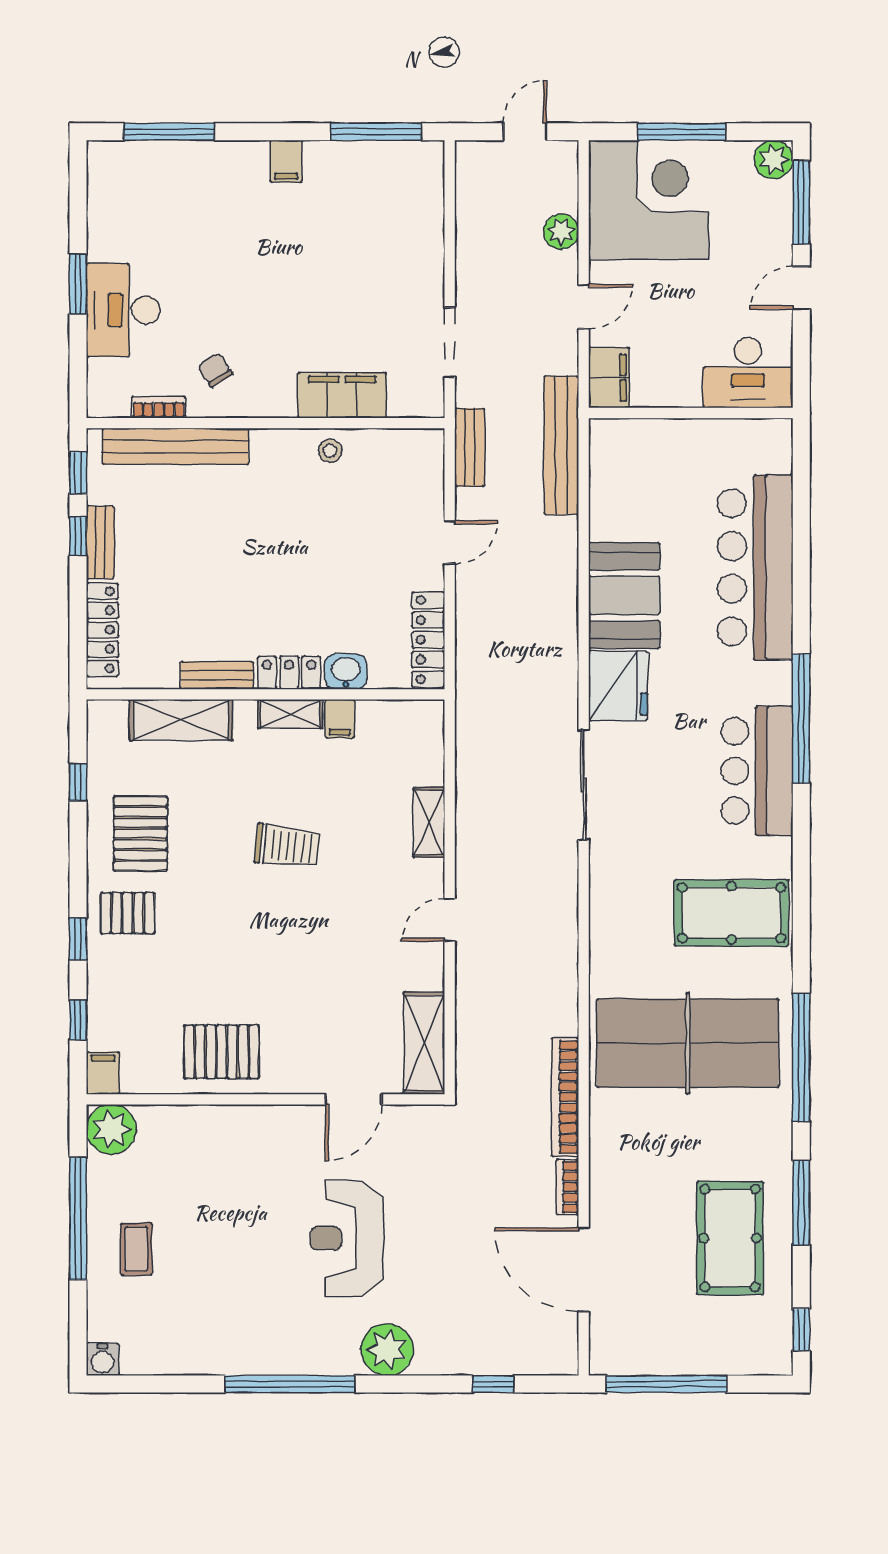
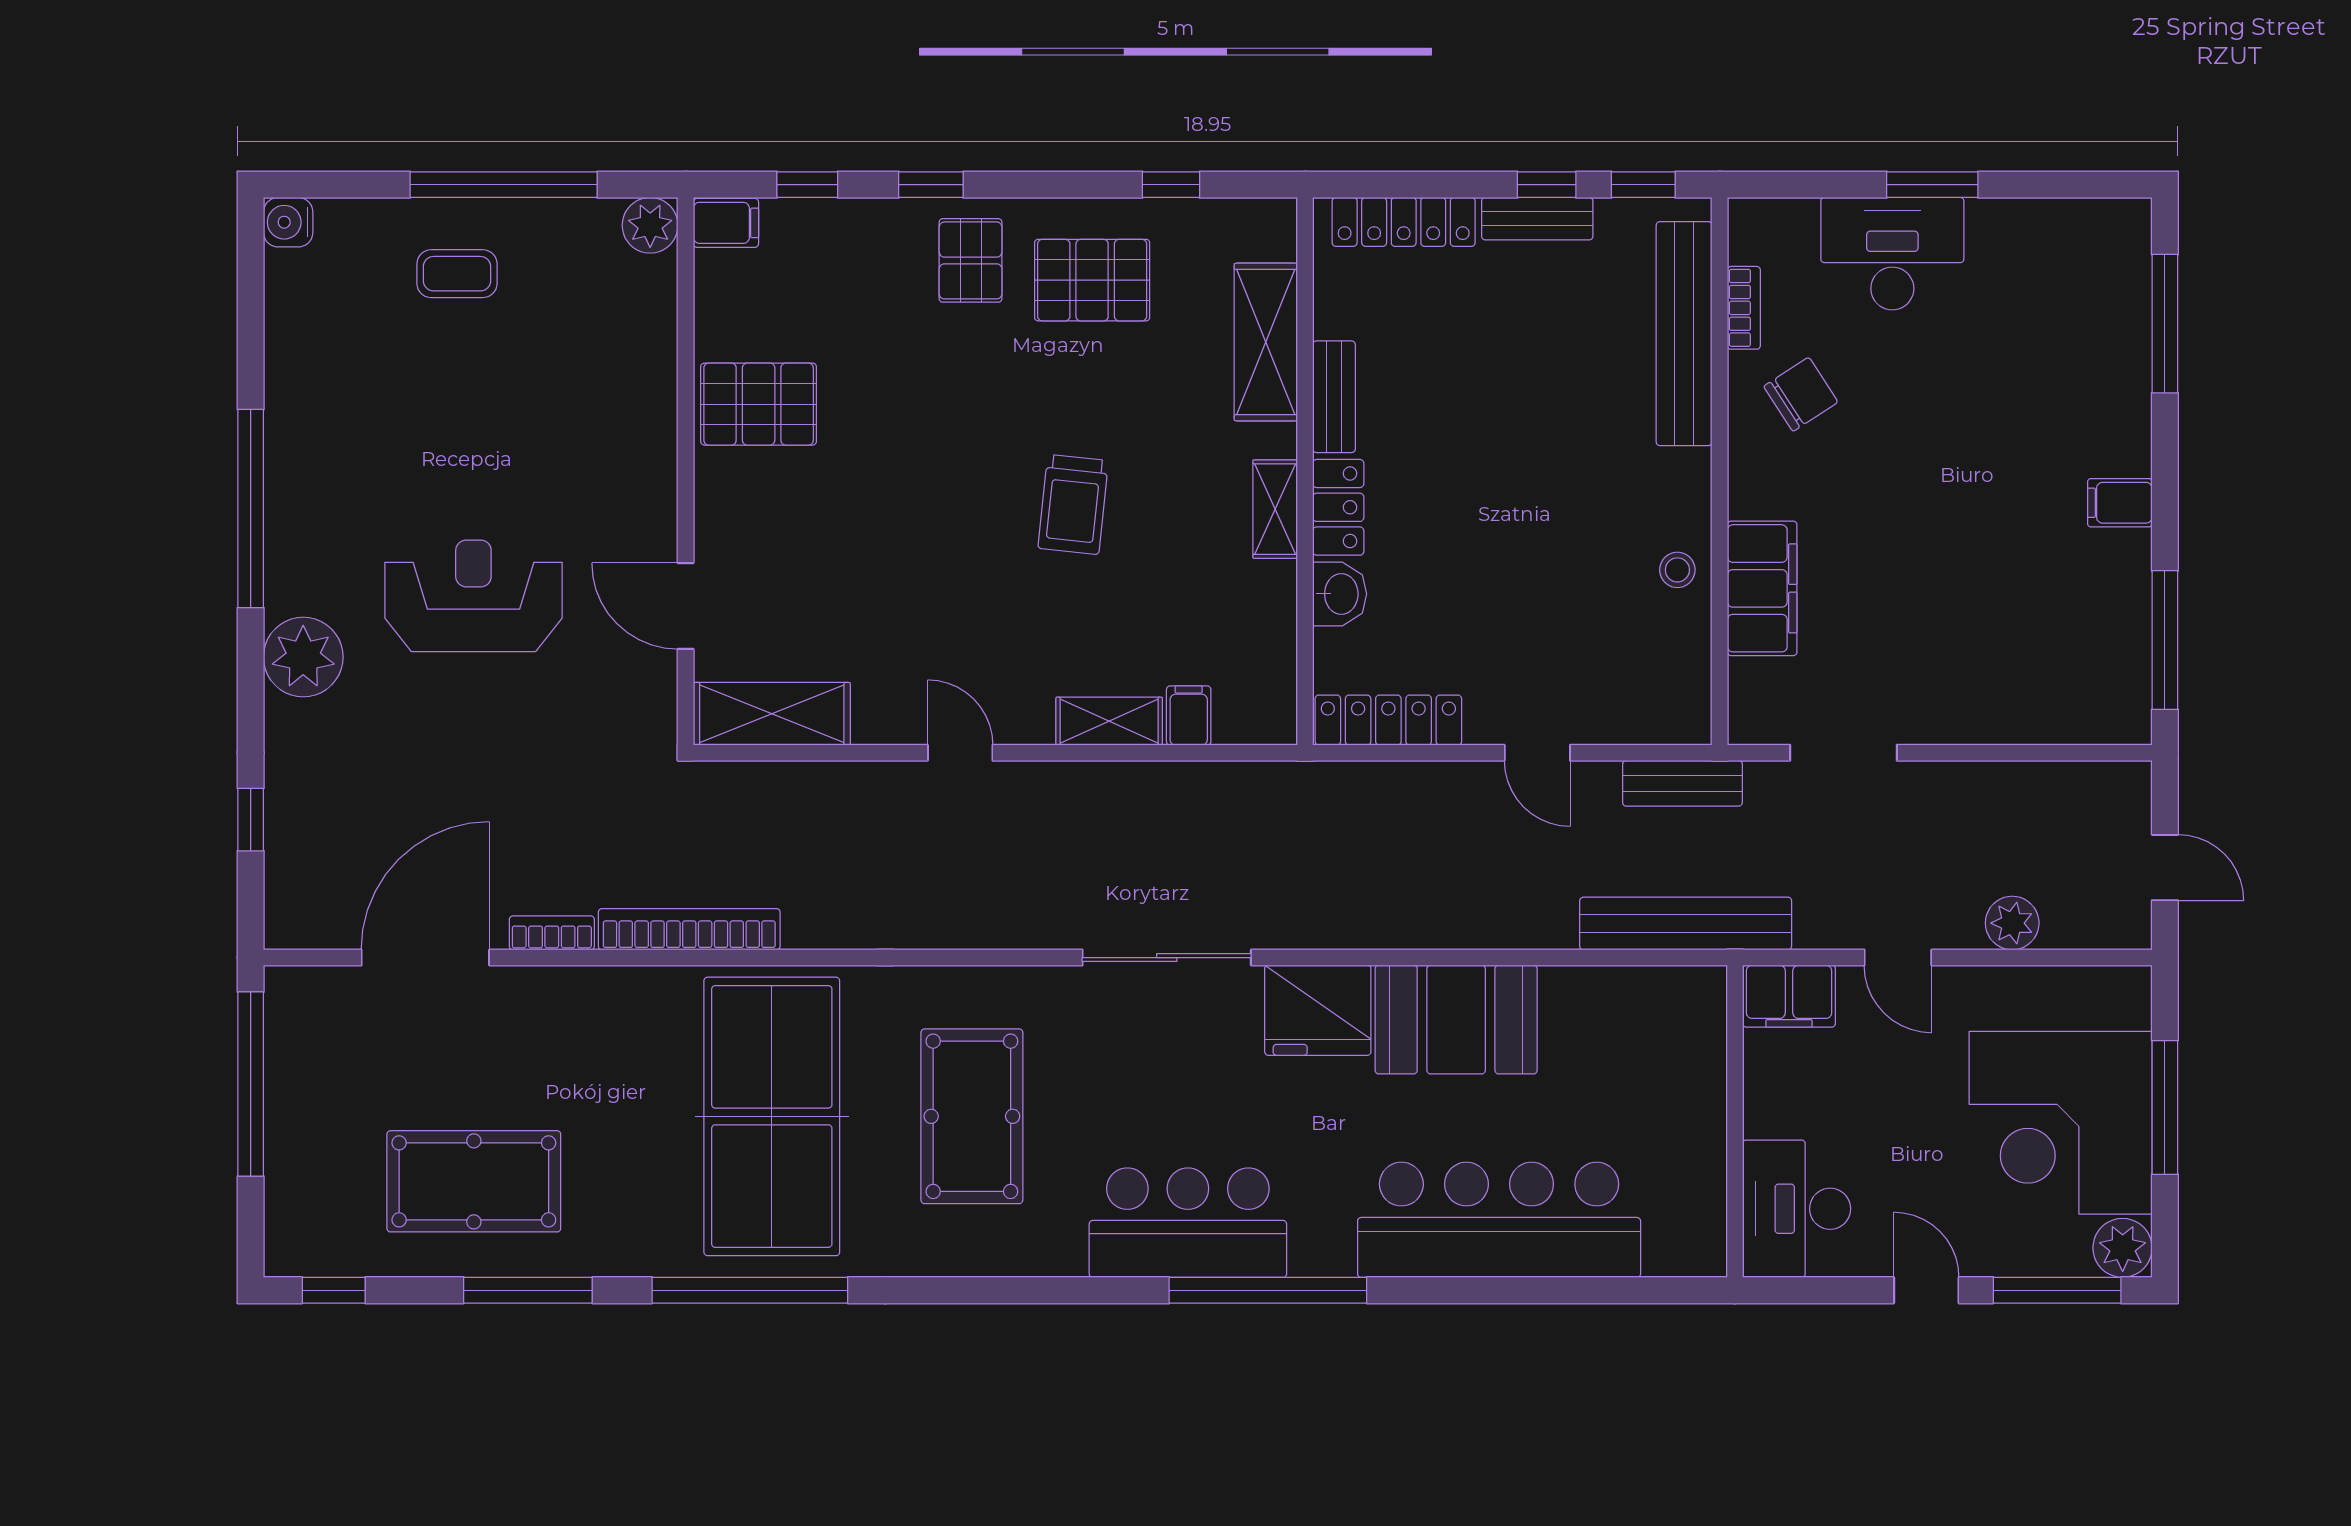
corner desk: (648, 200) -> (2061, 1123), moved, turned 90
chair: (215, 370) -> (1801, 394), width x1.37, depth x1.37
filing cabinet: (340, 719) -> (1189, 716), moved, turned 90
pool table: (731, 913) -> (972, 1116), moved
pallet: (222, 1052) -> (759, 404), turned 90
plant: (111, 1129) -> (650, 225), width x0.73, depth x0.73

